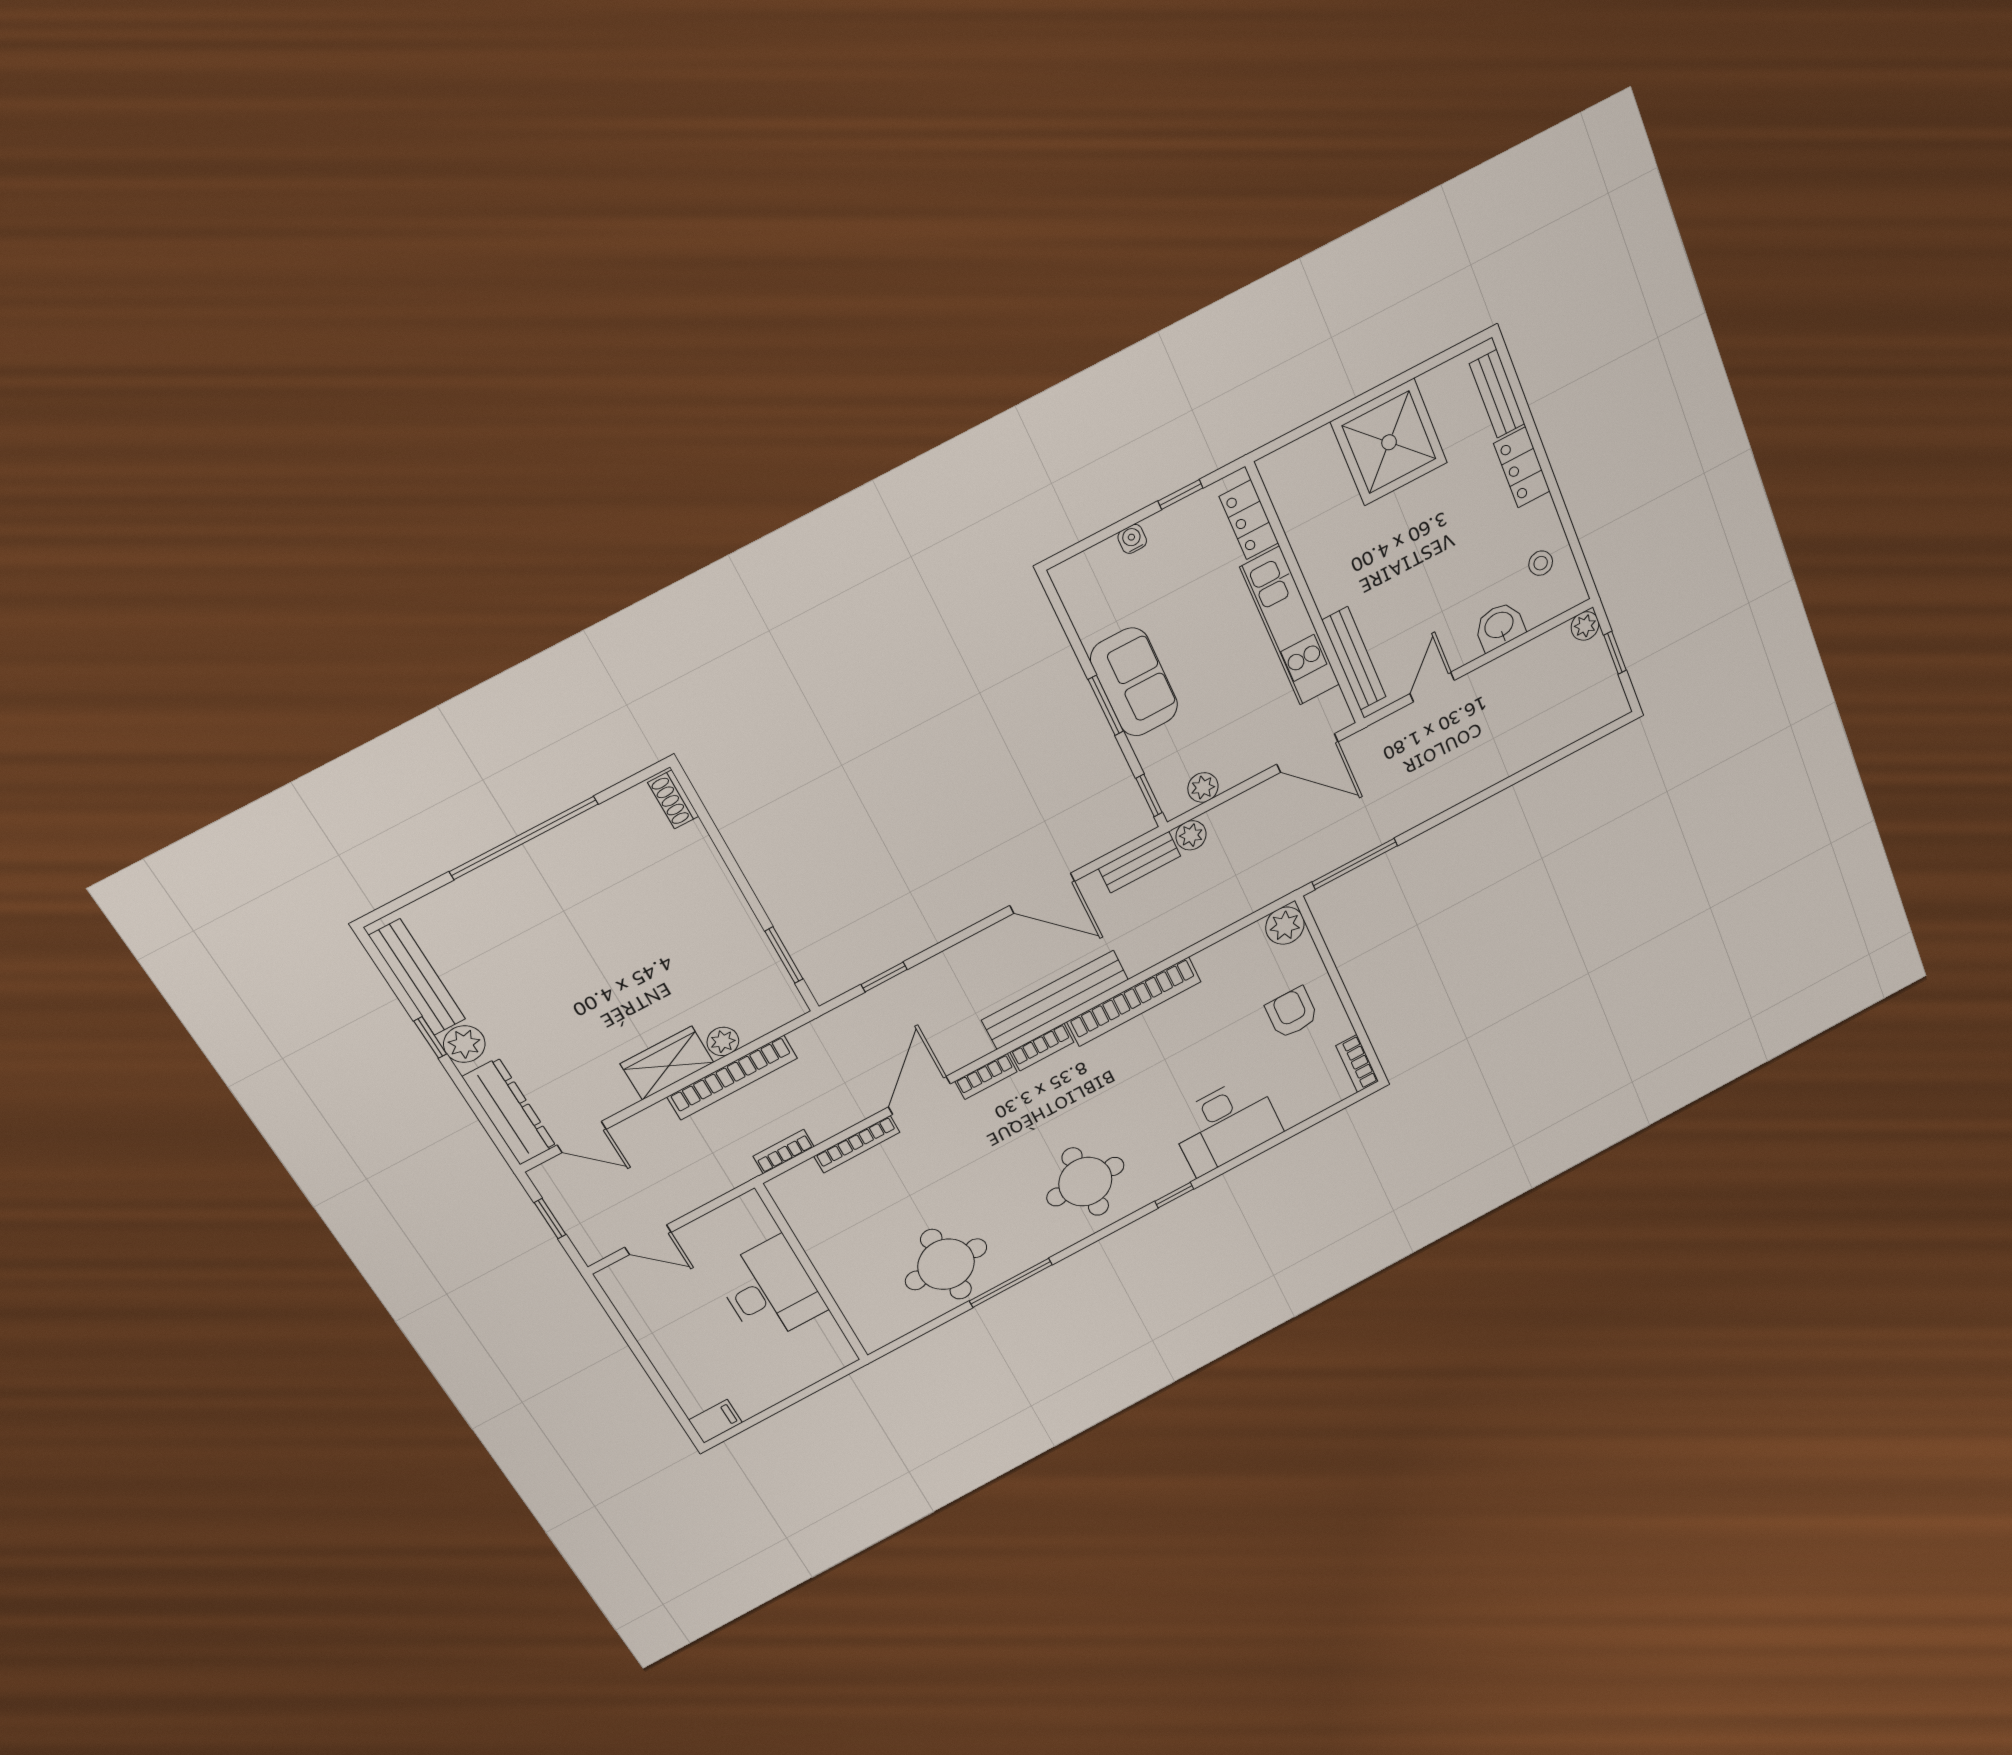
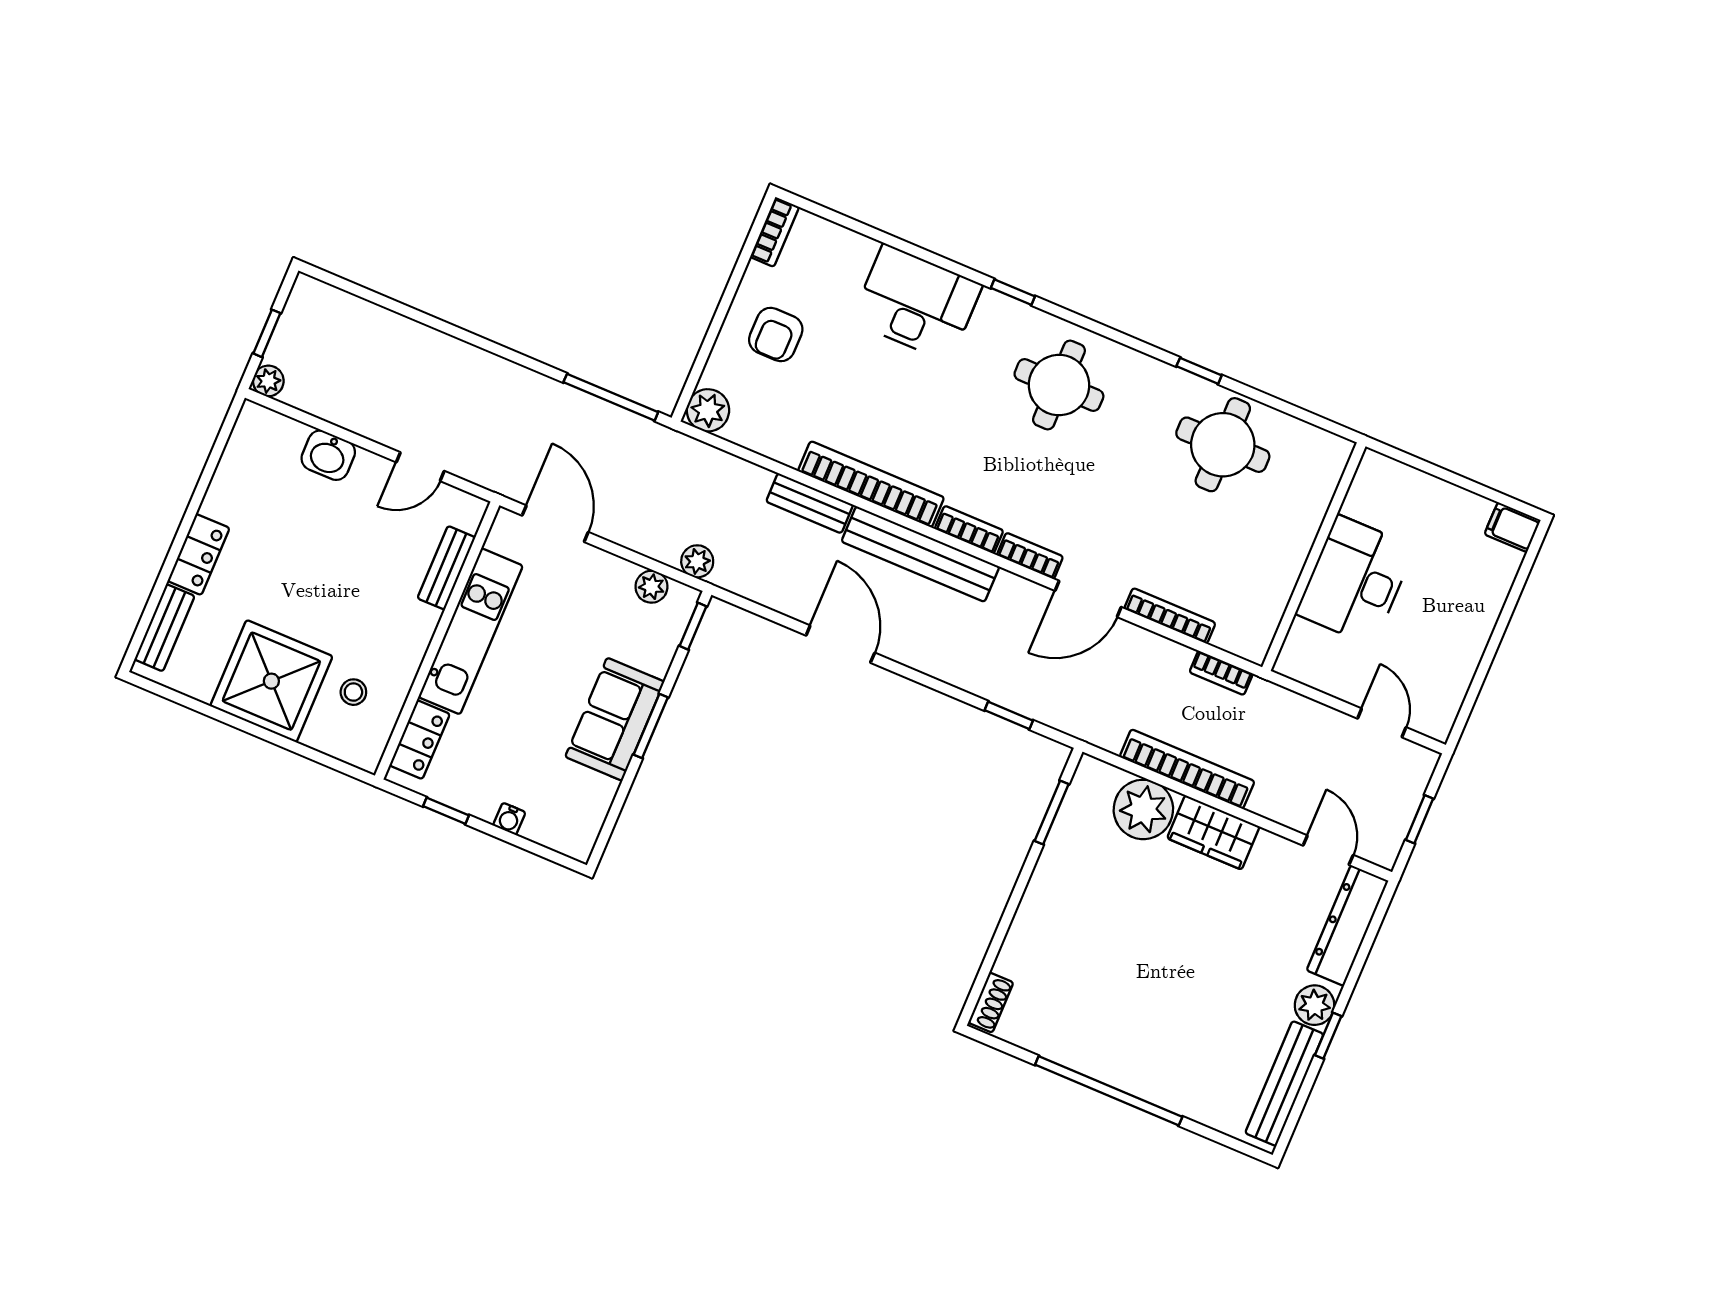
stool: (1541, 563) -> (353, 692), moved
bench: (1354, 659) -> (446, 568), width x0.73
bench: (1140, 862) -> (810, 503), moved
plant: (723, 1041) -> (1143, 809), width x1.88, depth x1.88
window: (1011, 1283) -> (1199, 371), width x0.46

